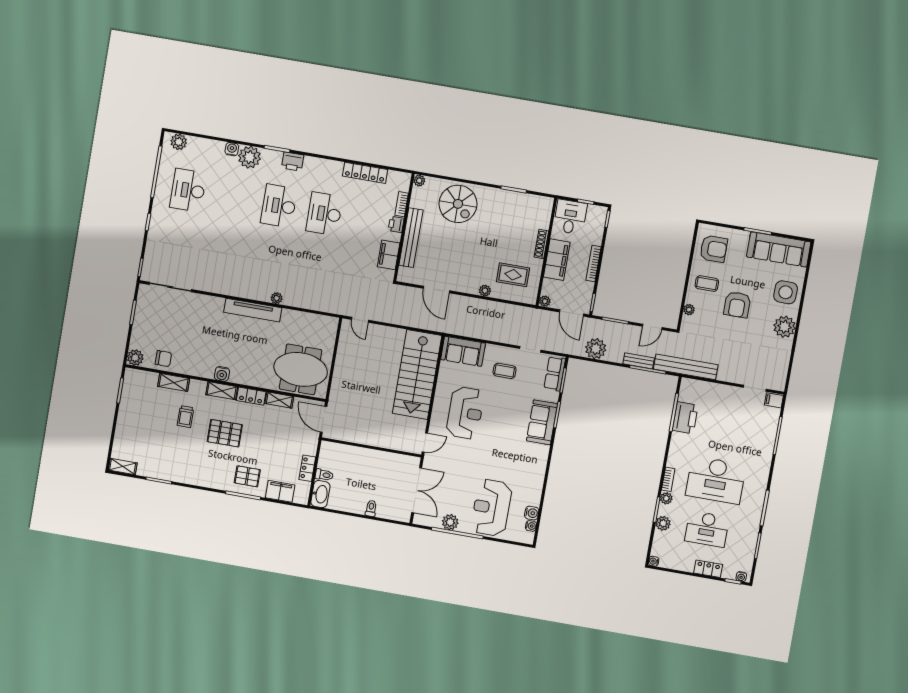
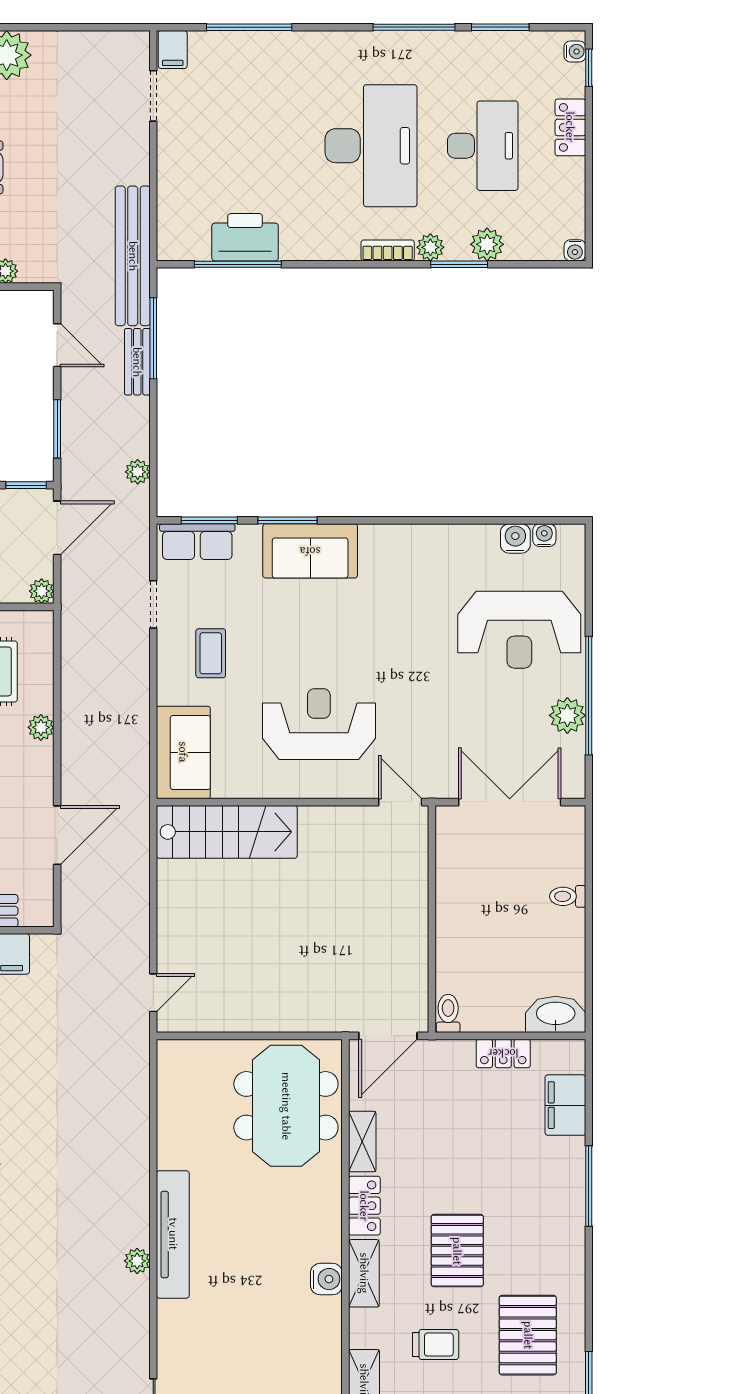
plant: (277, 298) -> (137, 1261), moved
plant: (596, 349) -> (138, 472), width x0.53, depth x0.53
stairs: (417, 374) -> (227, 832), width x0.73, depth x0.66
toilet: (324, 475) -> (448, 1013), moved
pallet: (247, 476) -> (528, 1335), moved, width x1.50, depth x1.42

